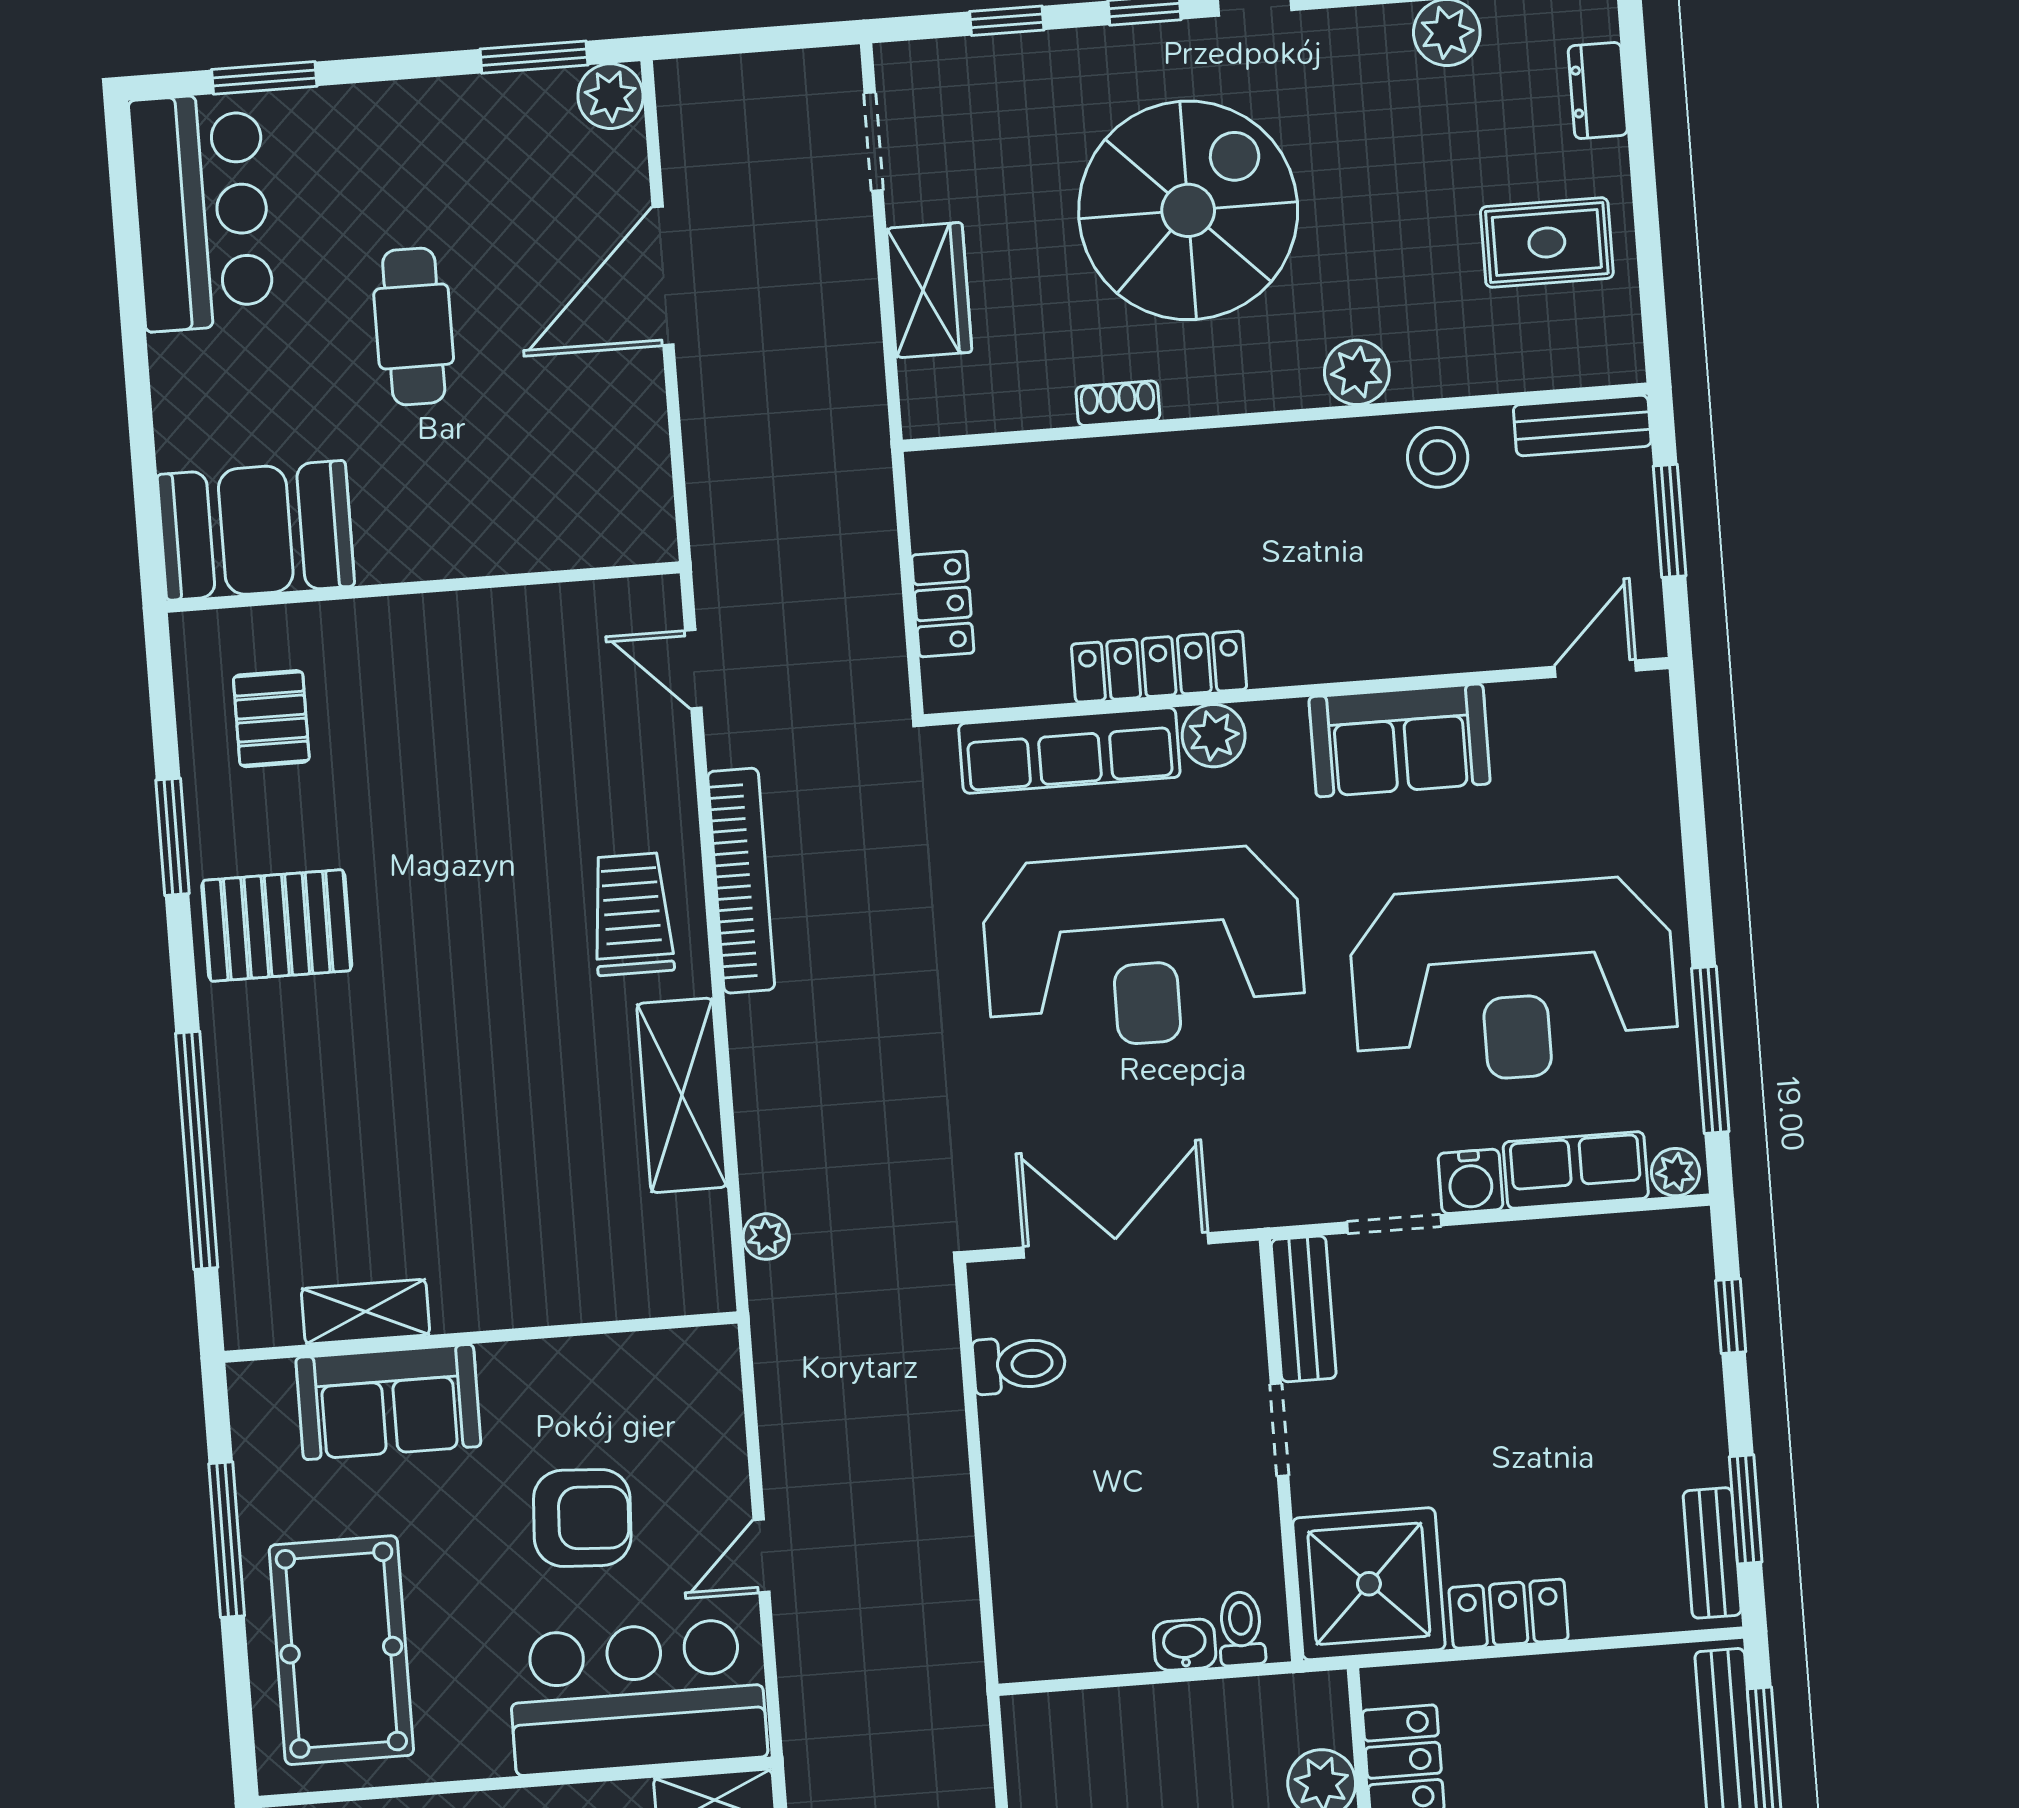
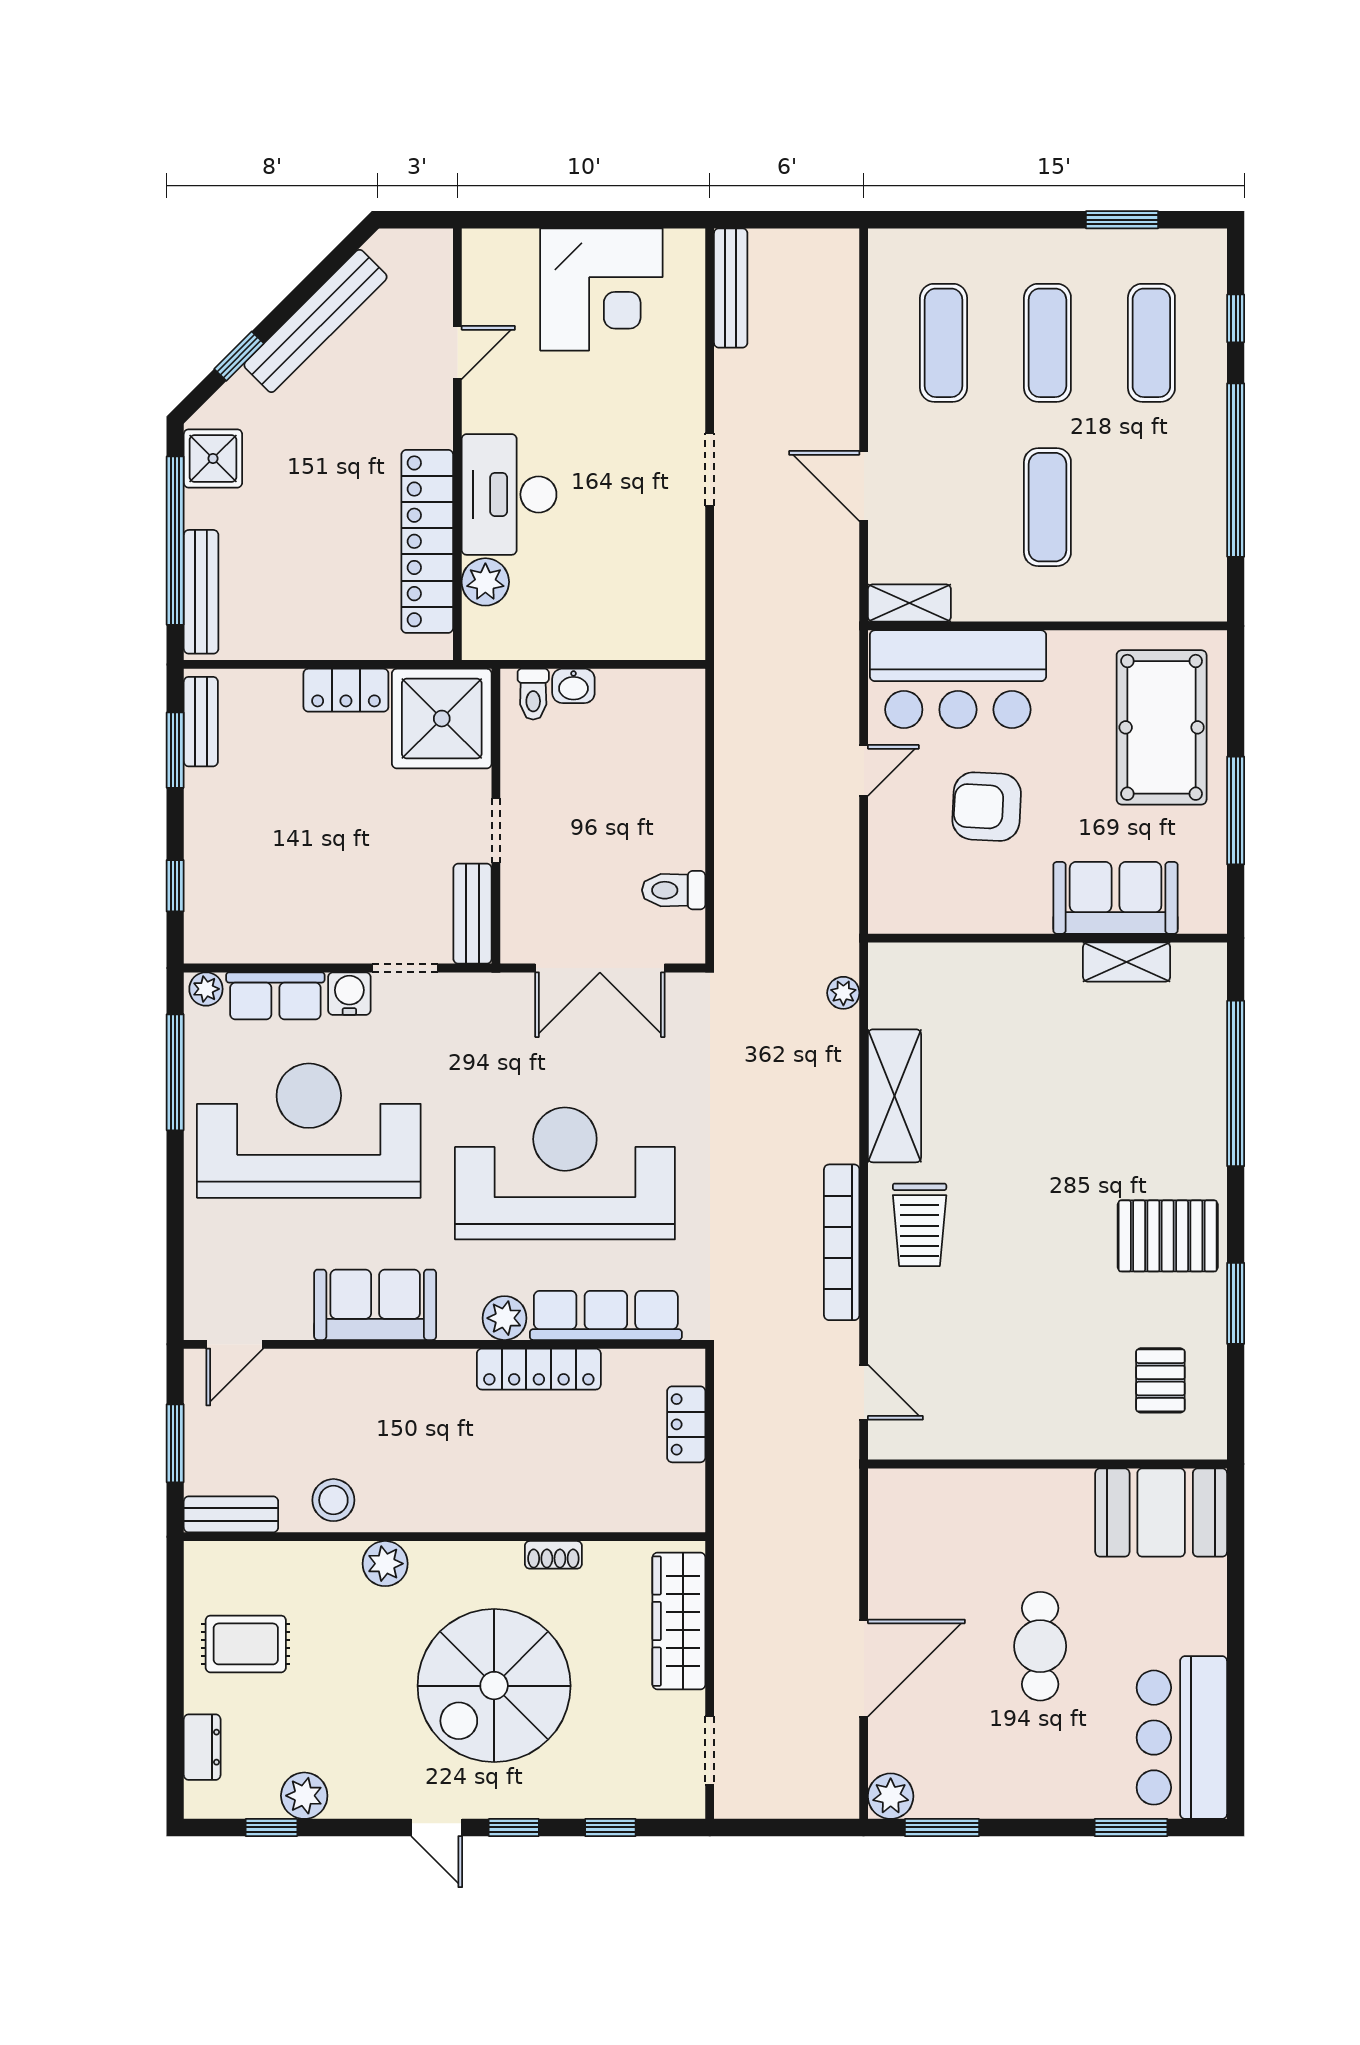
wardrobe: (929, 290) -> (679, 1621), width x1.50

